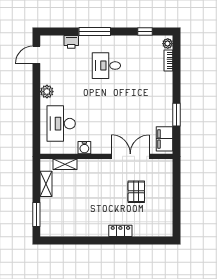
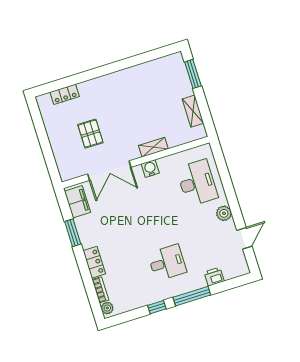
window: (145, 31) -> (157, 307), moved
door: (36, 55) -> (244, 238), moved
locker: (166, 85) -> (94, 262), added
water cooler: (84, 148) -> (150, 168), moved
shelving: (65, 164) -> (153, 147), moved
locker: (120, 231) -> (65, 94), moved

